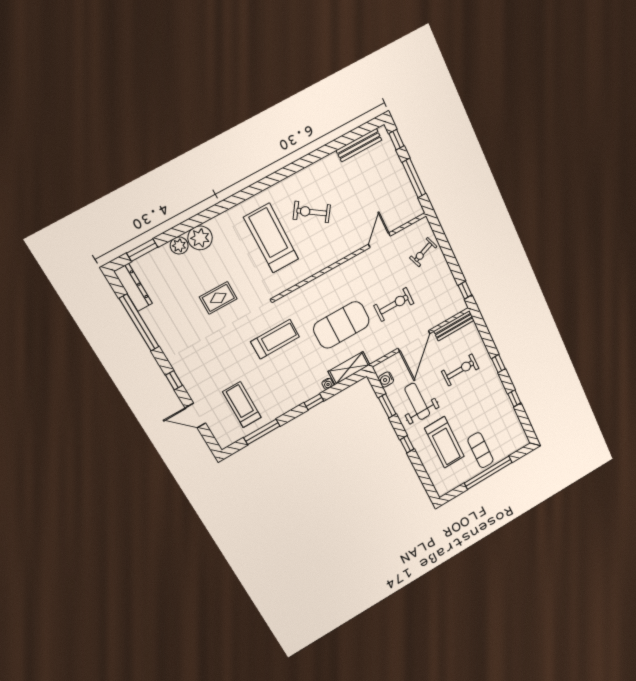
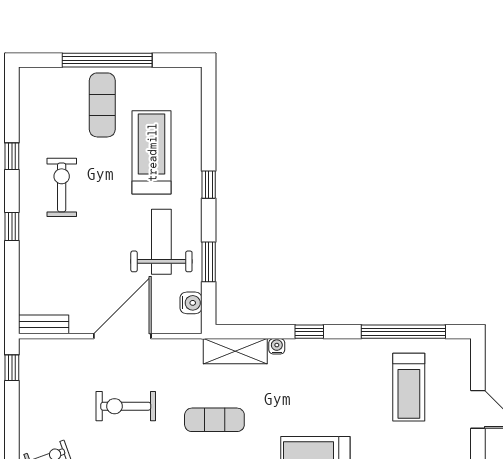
exercise mat: (341, 325) -> (214, 420), width x0.50, depth x0.69
bench: (454, 326) -> (44, 324), width x0.73
exercise bike: (460, 370) -> (62, 187), moved, turned 90
weight bench: (417, 401) -> (161, 242), turned 180
window: (262, 432) -> (403, 332), width x1.46

